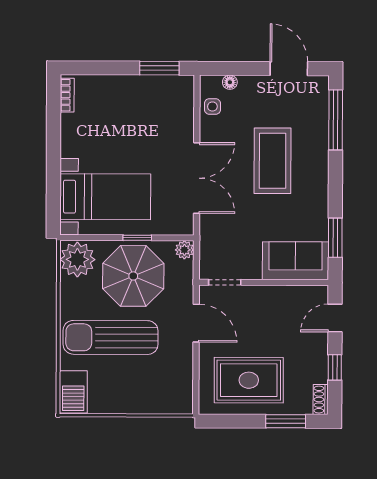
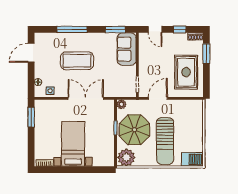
window: (336, 120) -> (72, 29), moved
bed with nightstands: (105, 197) -> (73, 144), moved

